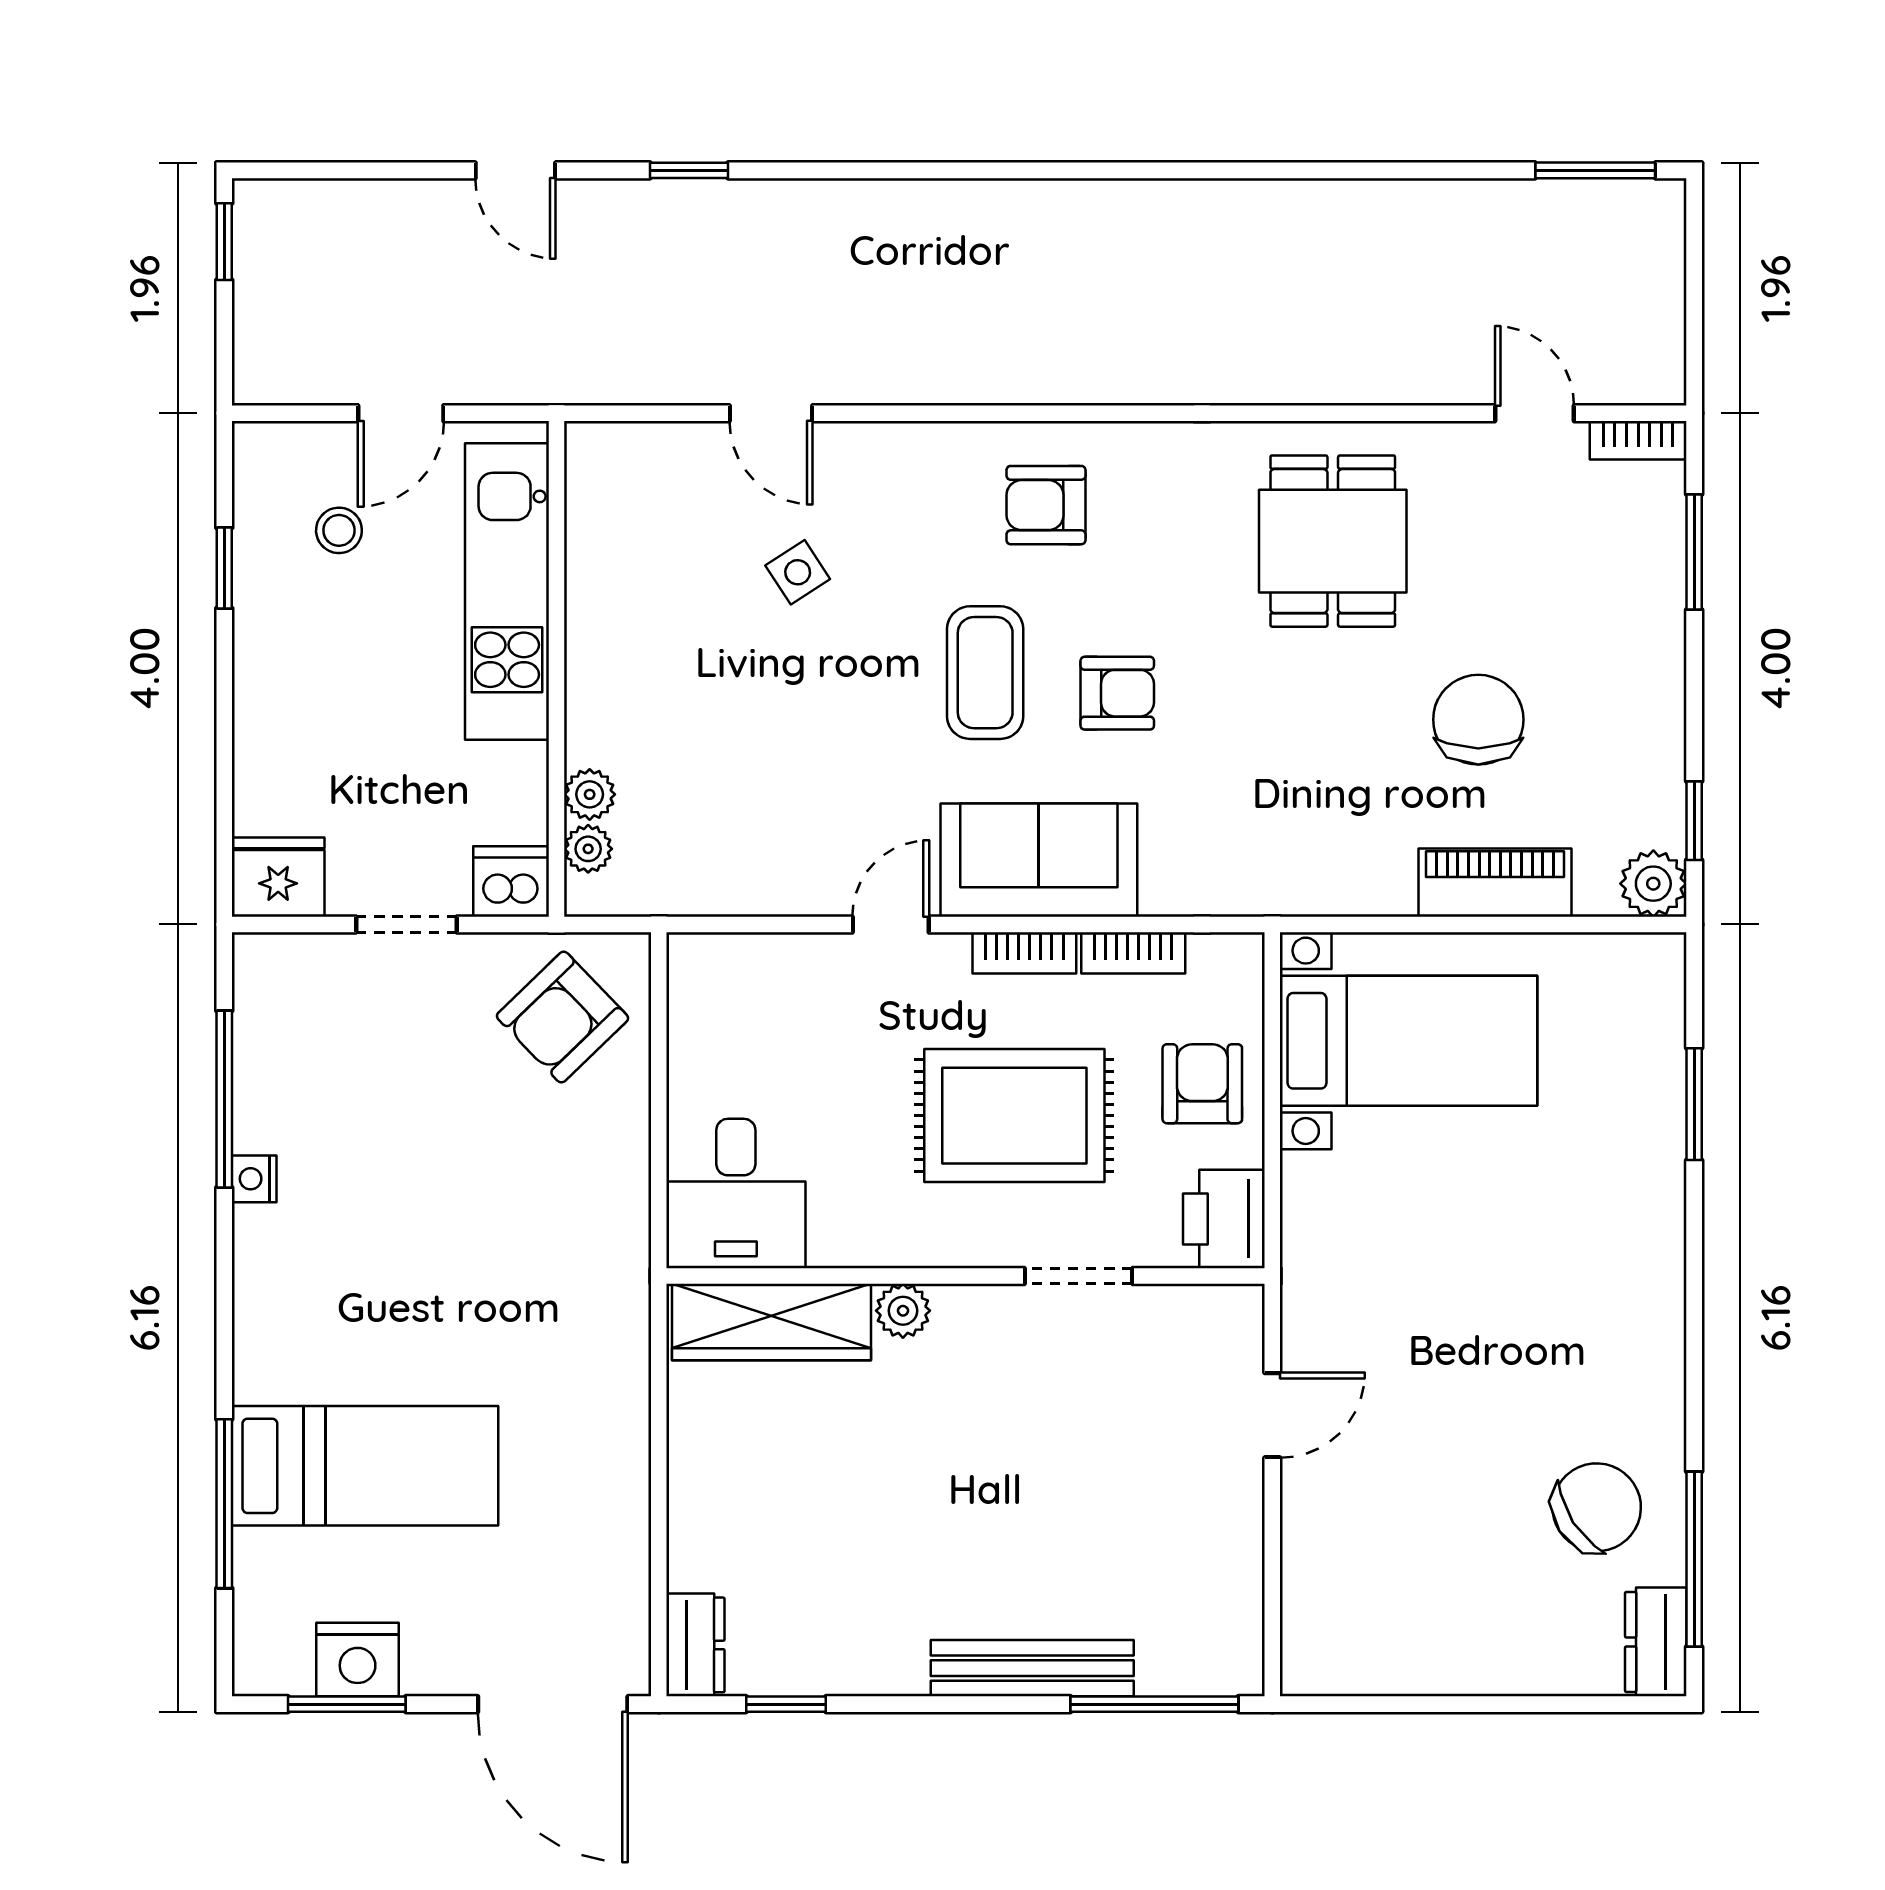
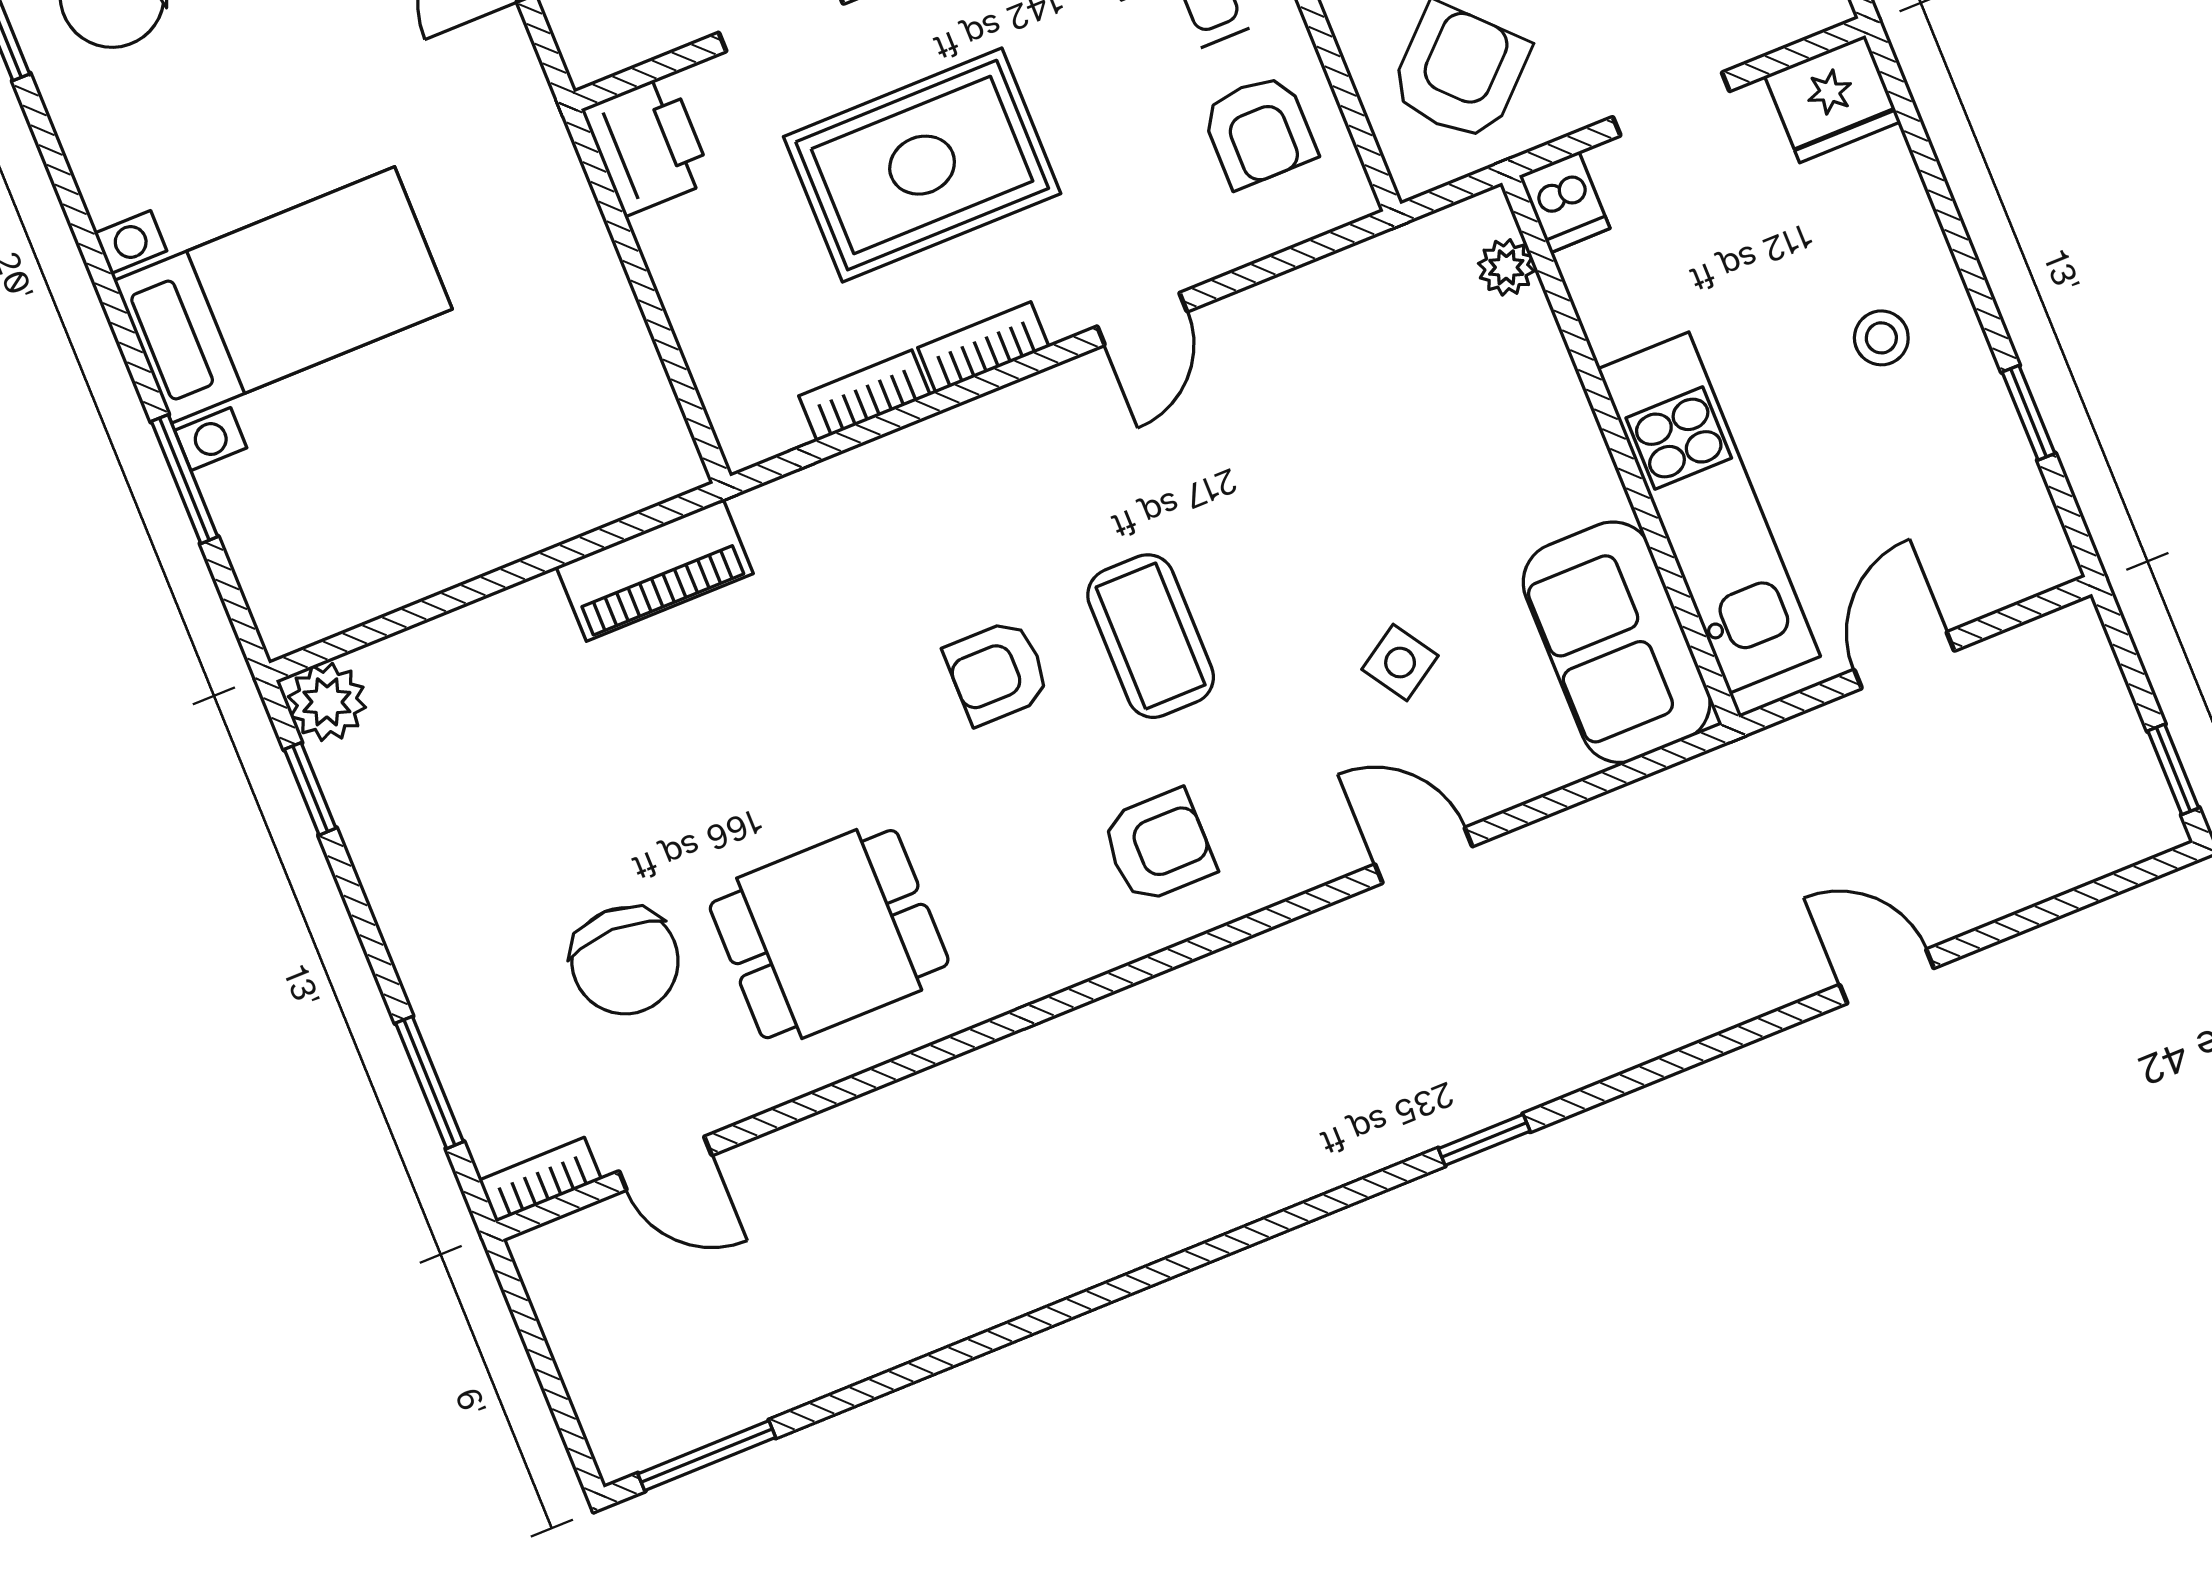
window: (689, 170) -> (1484, 1140), moved
door: (771, 413) -> (1424, 855), moved
stool: (339, 530) -> (1881, 338), moved
dining table: (1333, 541) -> (829, 934), turned 90
chair: (1478, 720) -> (625, 961), moved
plant: (590, 794) -> (1529, 327), removed
sofa: (1039, 860) -> (1617, 642), moved, turned 90
dishwasher: (511, 882) -> (1565, 202), width x0.73
piano: (1495, 883) -> (655, 570), moved
bed with nightstands: (1409, 1041) -> (283, 295), moved, turned 180
armchair: (1202, 1084) -> (1259, 131), moved

